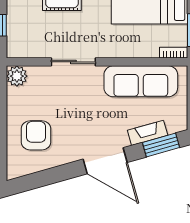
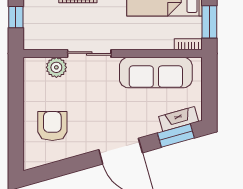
plant: (17, 76) -> (56, 67), moved
fireplace: (148, 133) -> (179, 119), moved

